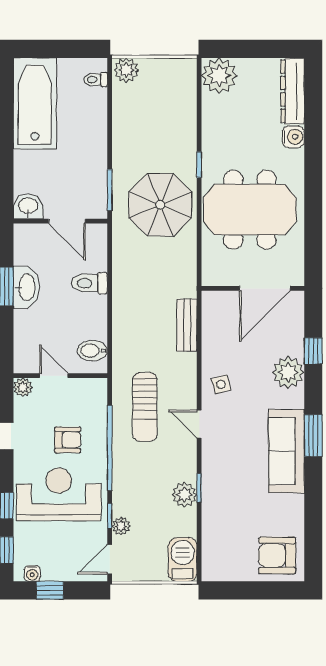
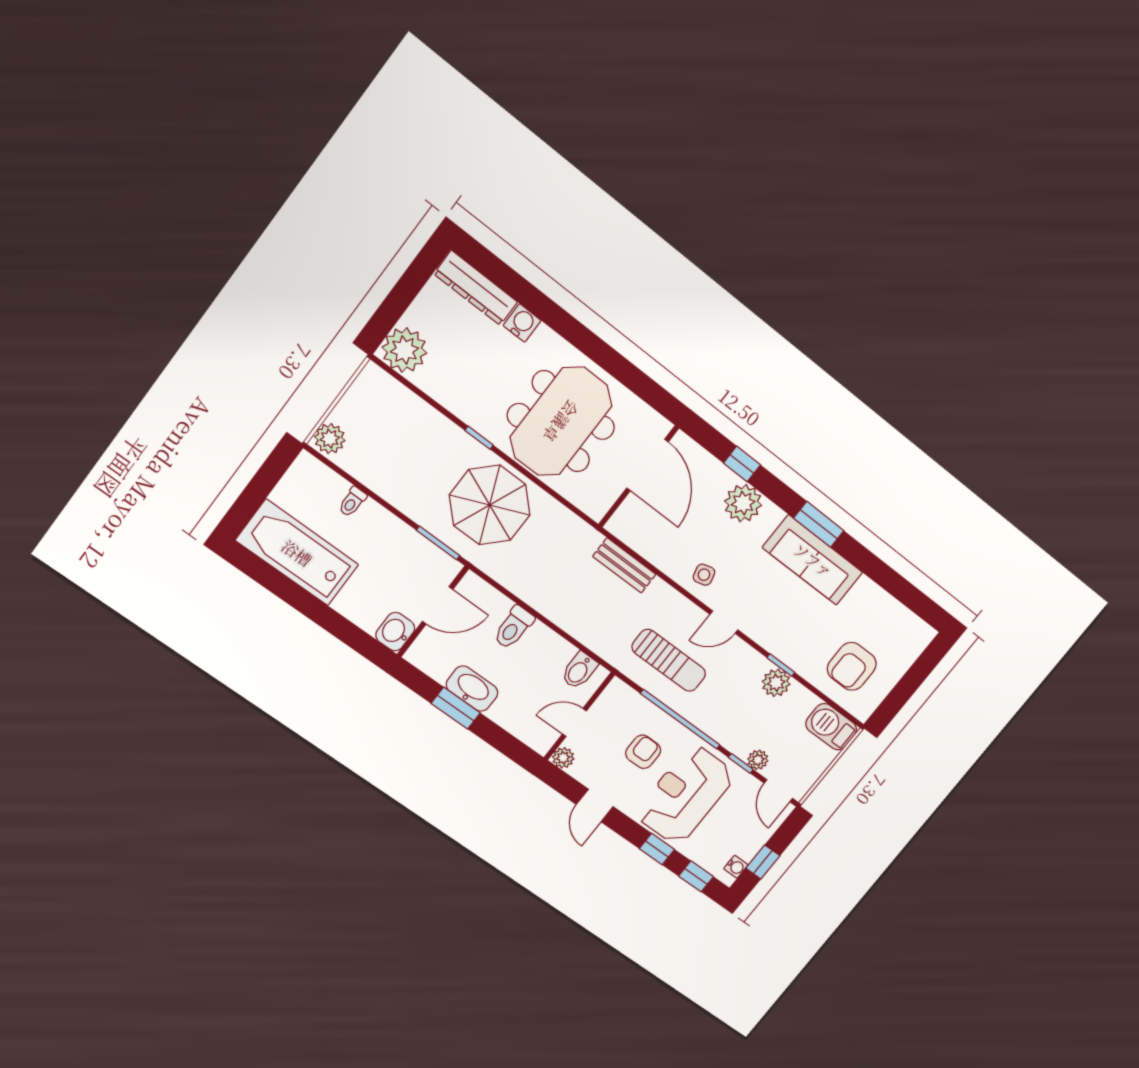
toilet: (96, 80) -> (352, 502), moved
armchair: (277, 555) -> (852, 666), moved

